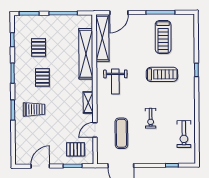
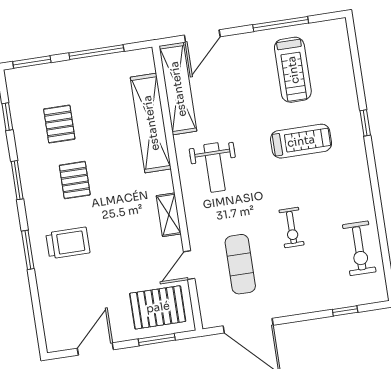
pallet: (76, 149) -> (158, 307), width x1.50, depth x1.42

